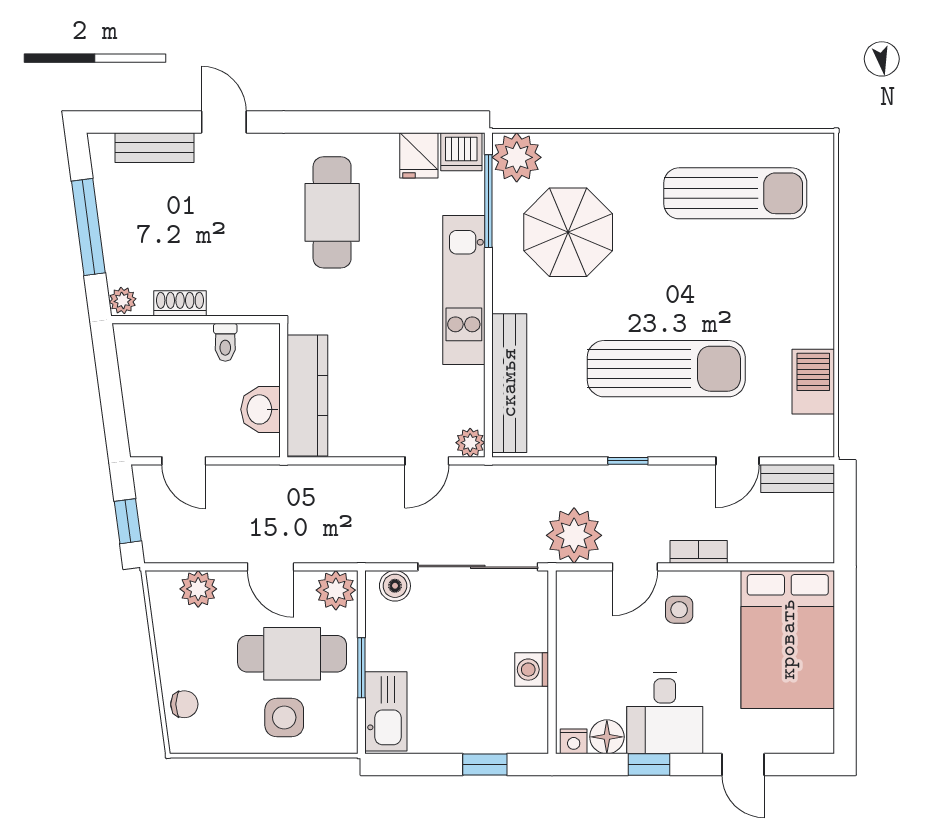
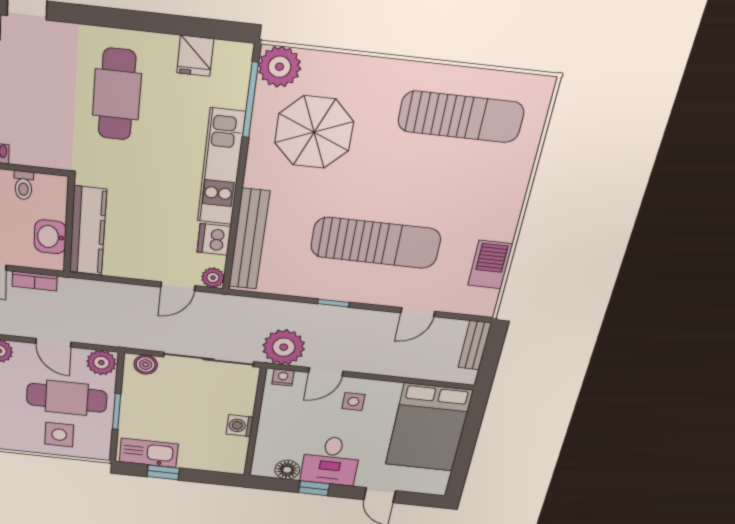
dishwasher: (461, 152) -> (214, 239), moved, turned 90
bench: (798, 478) -> (475, 345), moved, turned 90
bookcase: (699, 552) -> (35, 281), moved, turned 180
kitchen sink: (386, 711) -> (149, 453), moved, turned -90
nightstand: (574, 741) -> (283, 377), moved, turned 180
window: (485, 765) -> (163, 472), moved

